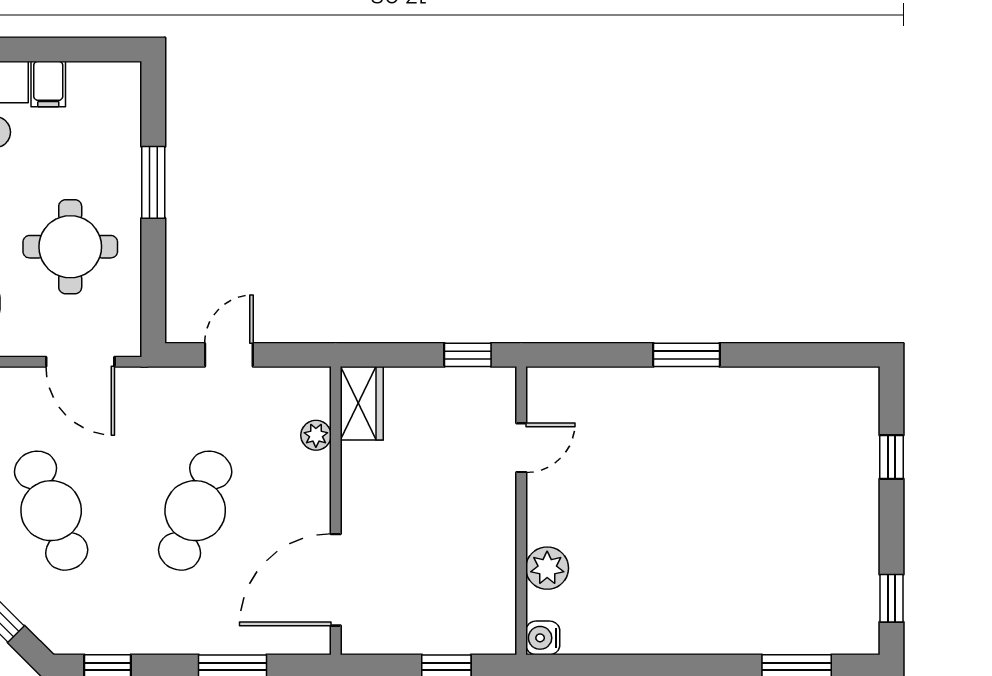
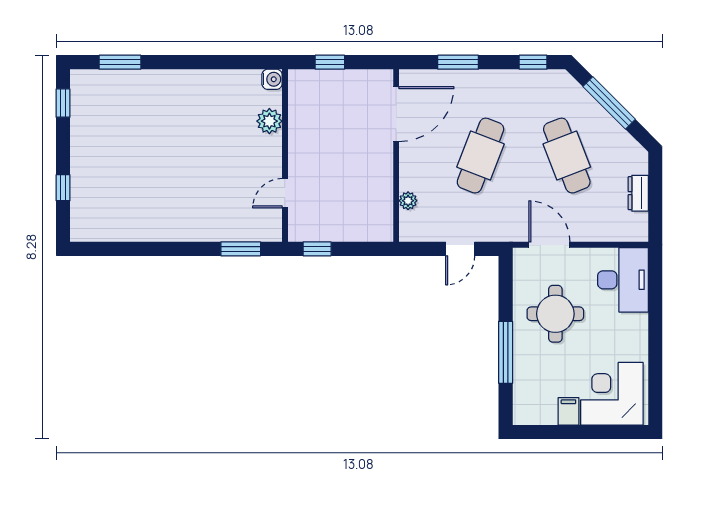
window: (153, 182) -> (506, 352), width x1.44
window: (687, 355) -> (241, 249), moved
wardrobe: (362, 403) -> (381, 220), removed

